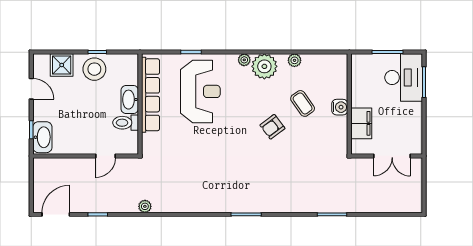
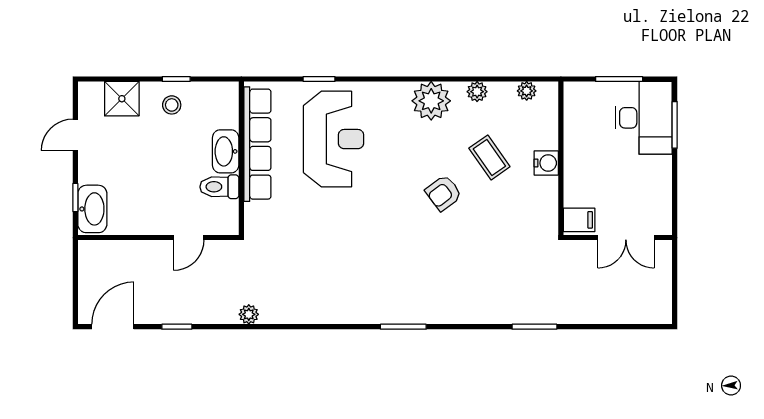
plant: (244, 60) -> (527, 91), moved
stool: (94, 69) -> (172, 105), width x0.53, depth x0.53
door: (31, 89) -> (75, 135), swing flipped
filing cabinet: (361, 123) -> (579, 220), moved, width x0.50

